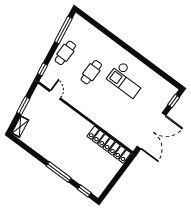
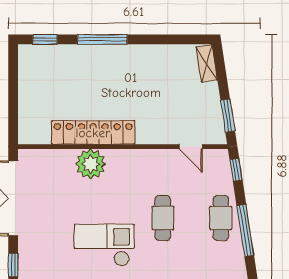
window: (63, 30) -> (245, 230), moved
window: (23, 106) -> (228, 116), moved
plant: (105, 120) -> (91, 164), added
locker: (109, 145) -> (93, 133), moved

